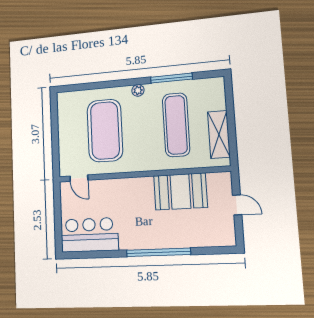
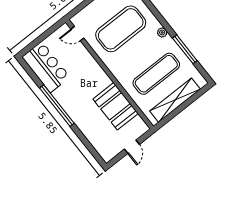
shelving: (219, 134) -> (175, 100), width x1.47
door: (79, 178) -> (77, 34), hinge flipped
window: (158, 252) -> (57, 106), moved

